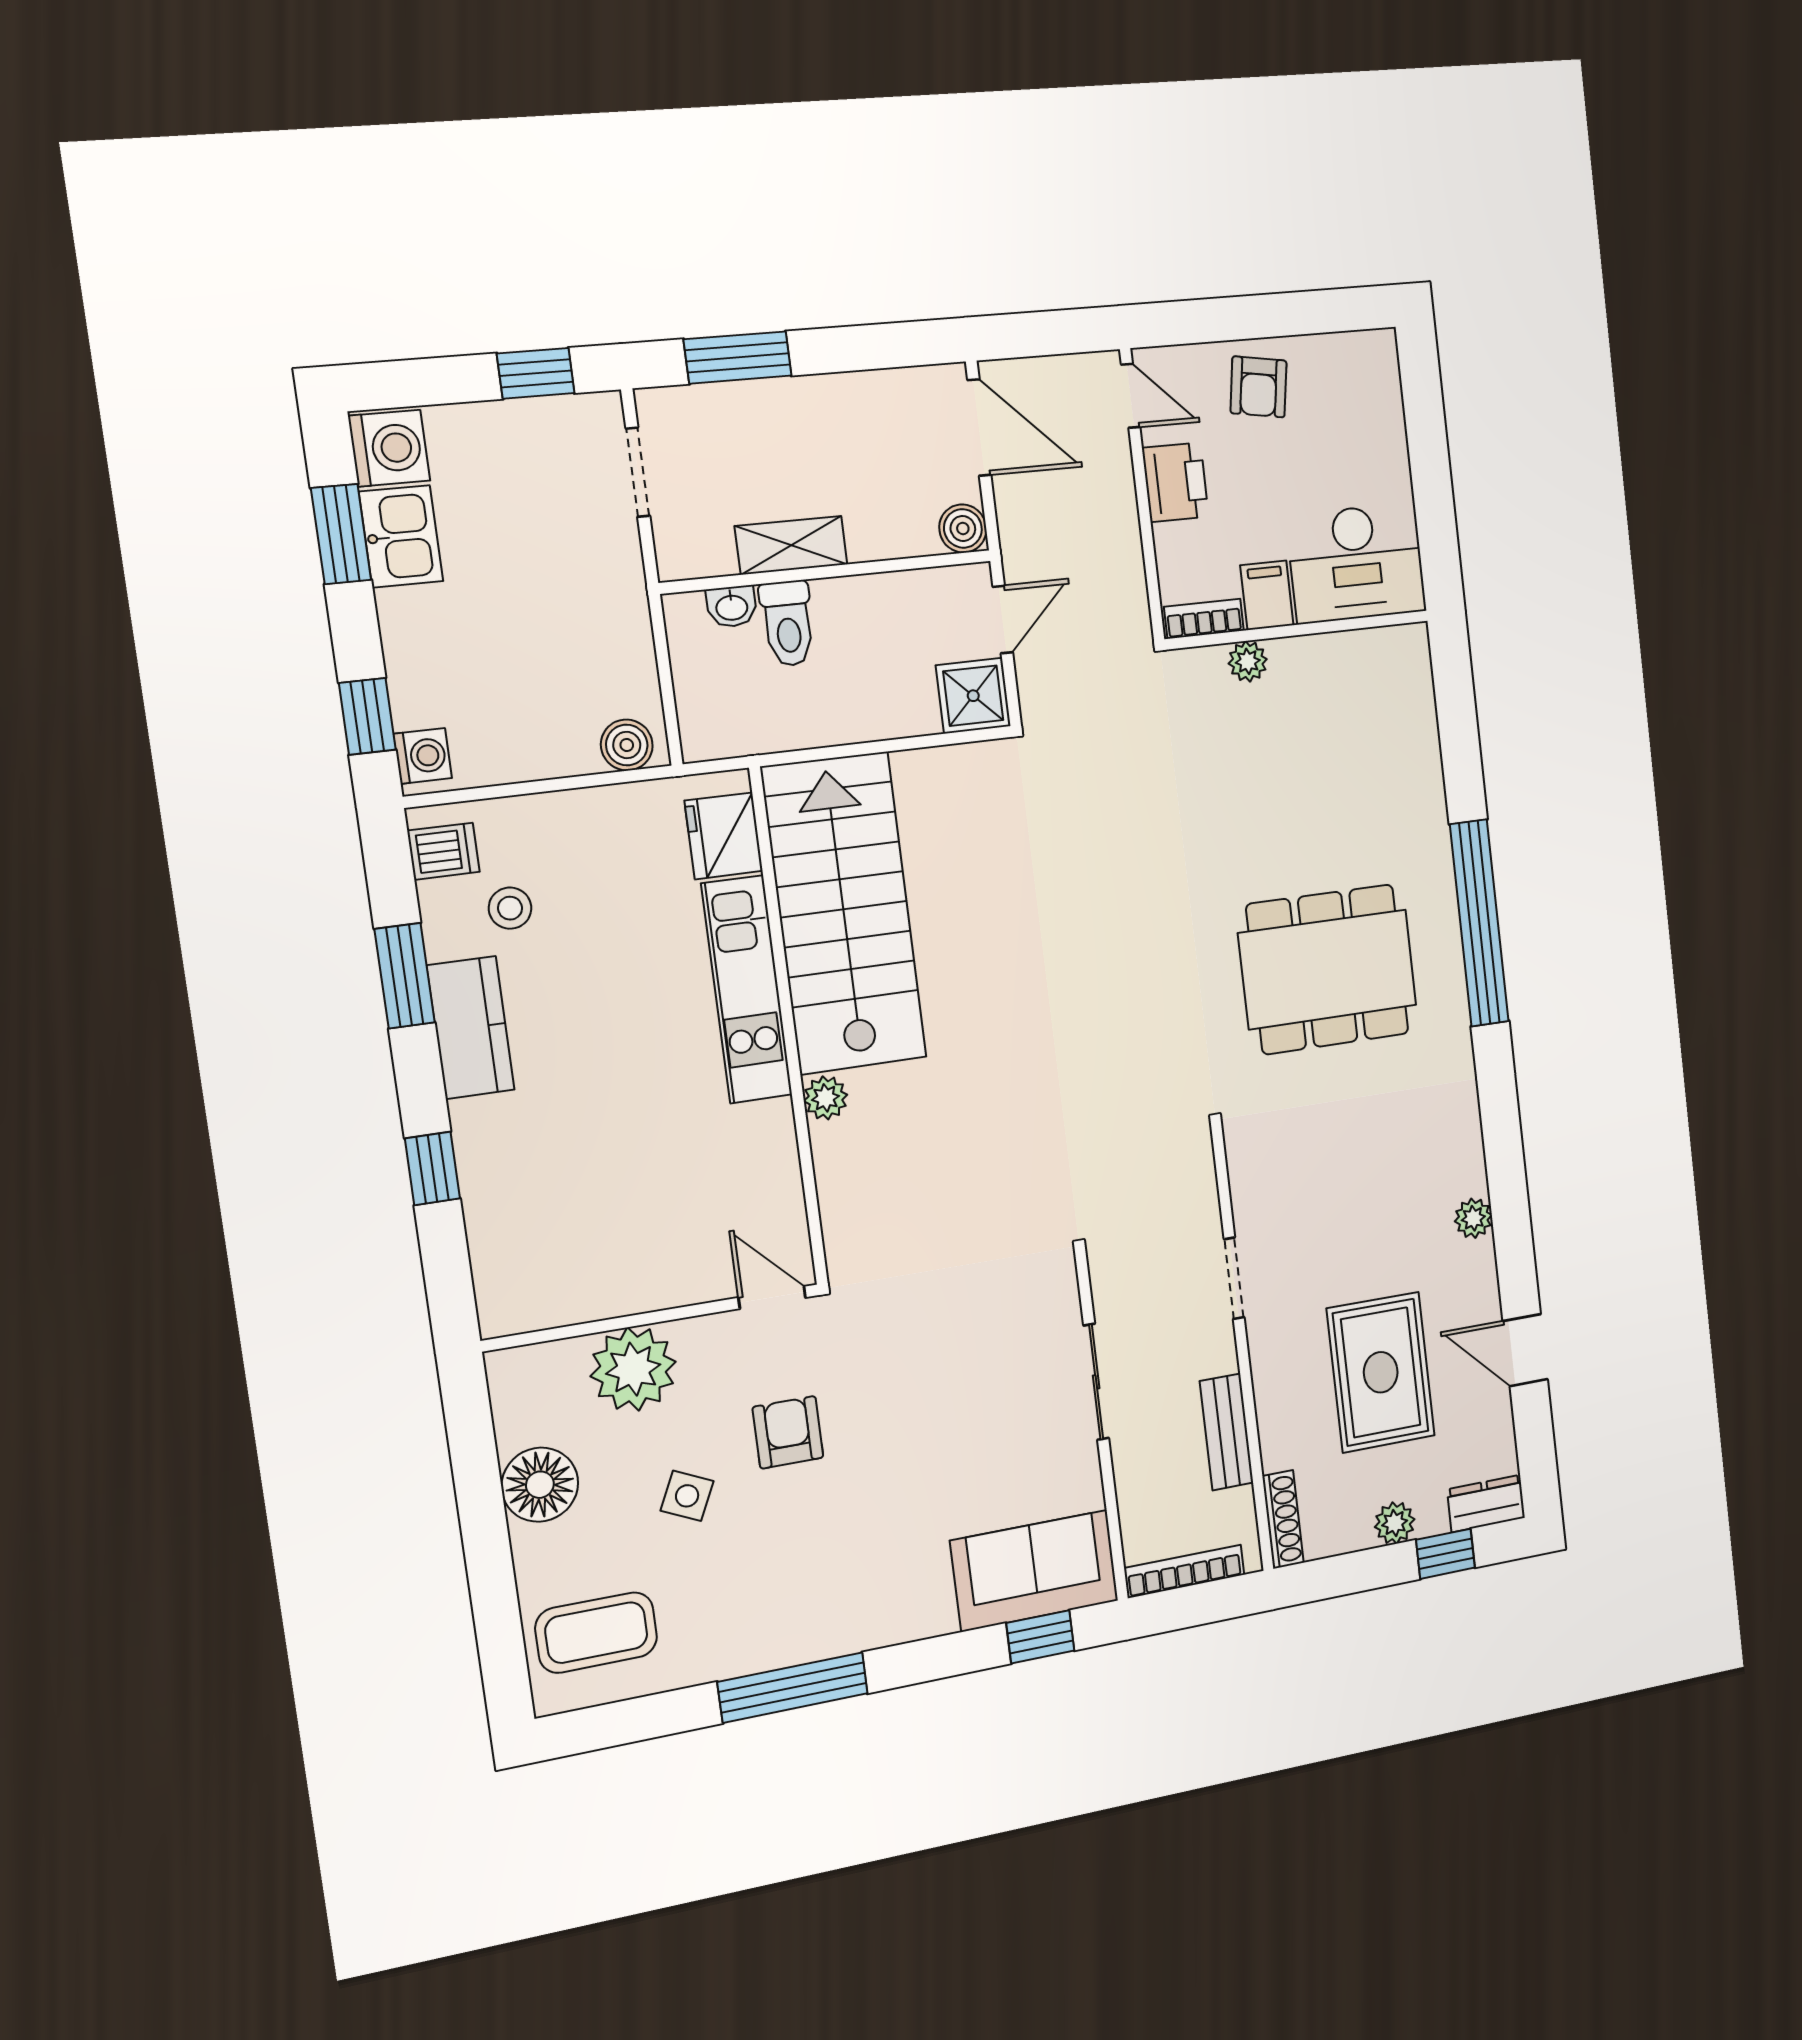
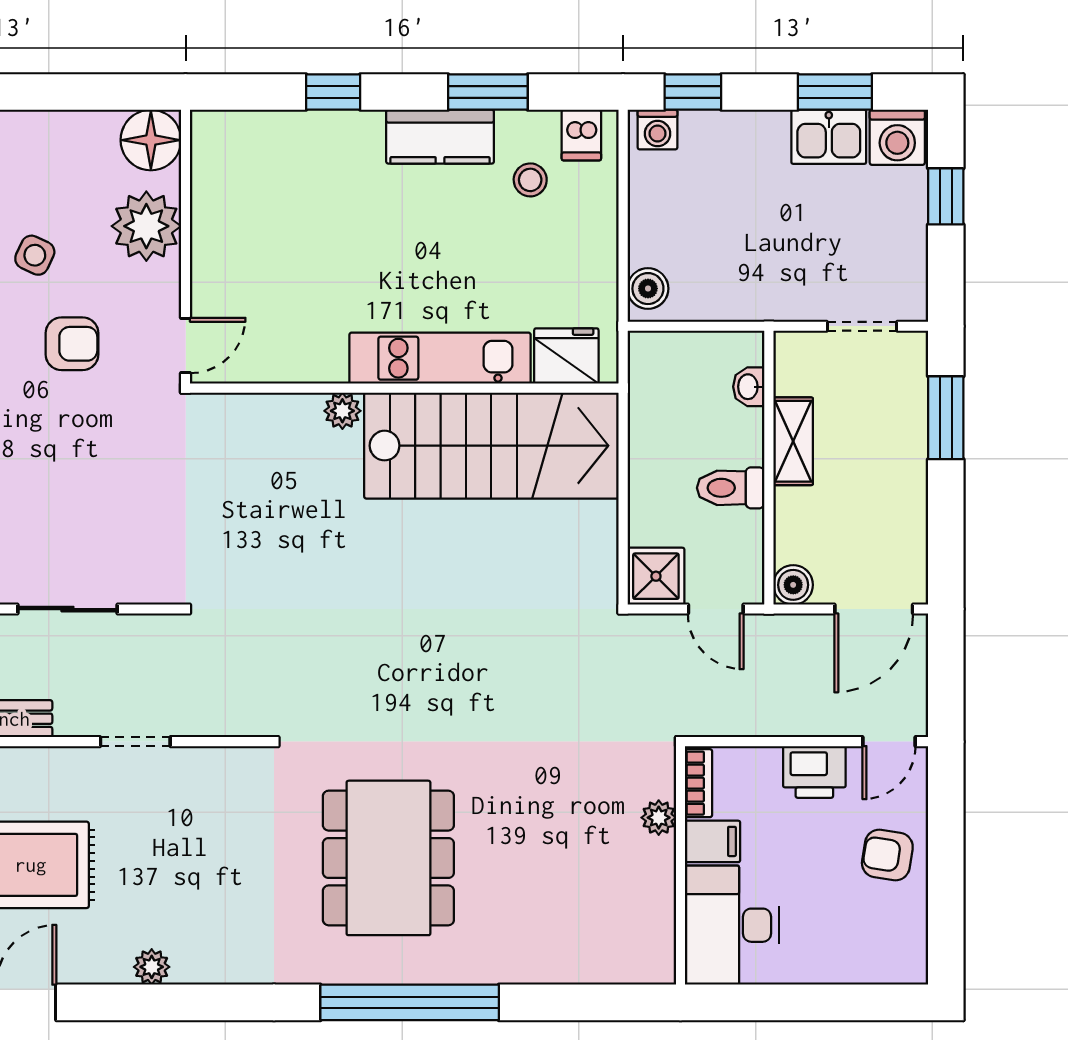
window: (536, 373) -> (946, 196), moved
toilet: (788, 624) -> (731, 488), moved
floor lamp: (540, 1485) -> (151, 140), moved

